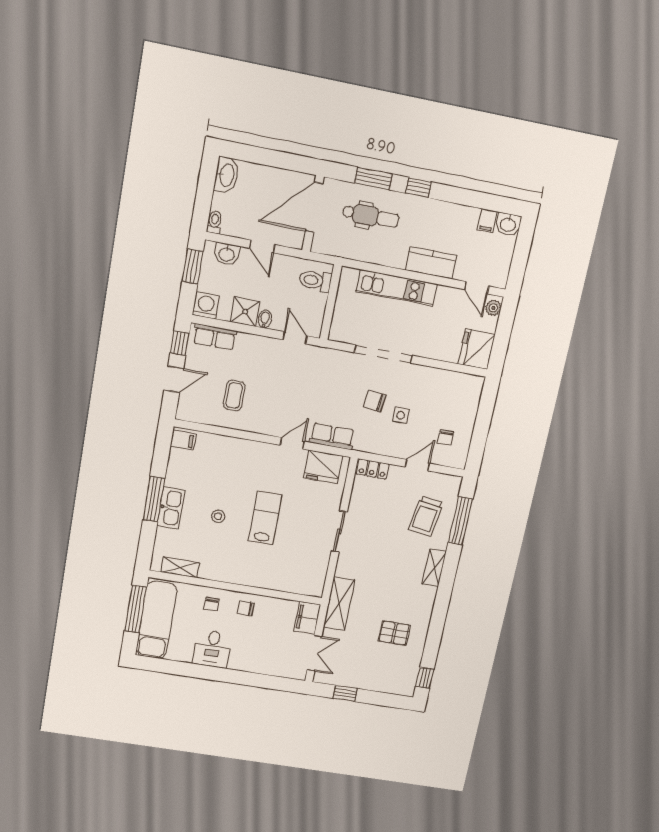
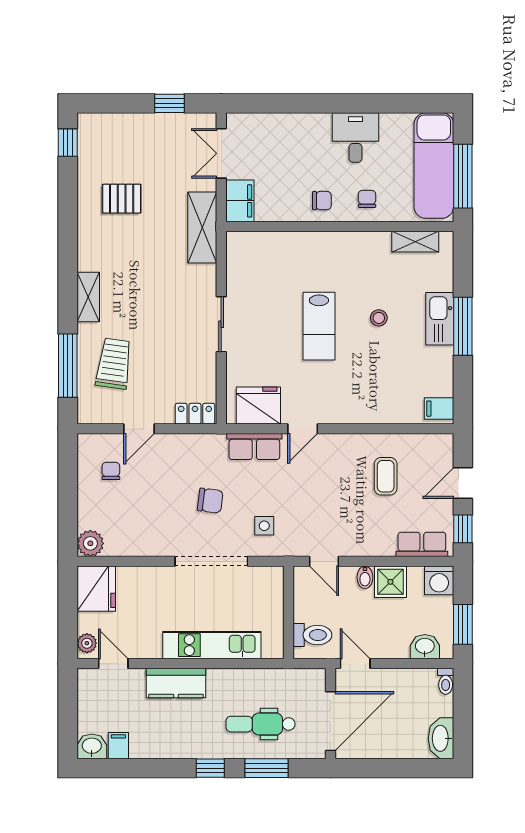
door: (262, 246) -> (355, 664), moved
plant: (473, 385) -> (90, 543), added
side table: (401, 415) -> (264, 526), moved

